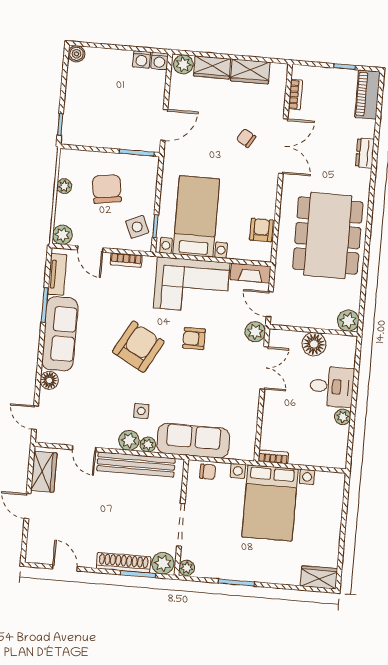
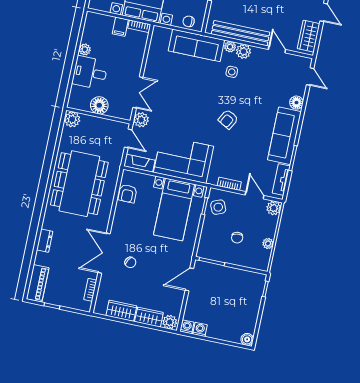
chair: (107, 189) -> (237, 238), width x0.54, depth x0.54
armchair: (194, 339) -> (187, 120), removed
armchair: (138, 347) -> (228, 119), width x0.53, depth x0.53
double door: (264, 368) -> (138, 92), swing flipped
filing cabinet: (299, 453) -> (120, 27), added

